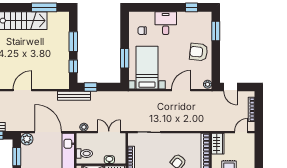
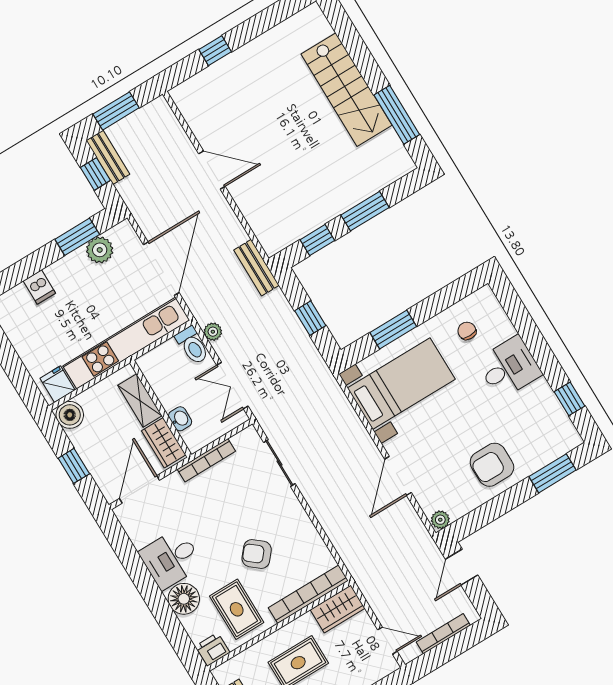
armchair: (199, 52) -> (492, 465), turned -96
window: (91, 87) -> (310, 318), moved
door: (181, 90) -> (398, 476), swing flipped
bench: (74, 96) -> (256, 268), width x0.73
double door: (109, 132) -> (232, 386), swing flipped
plant: (27, 139) -> (100, 250), moved
toilet: (84, 154) -> (192, 345), moved

